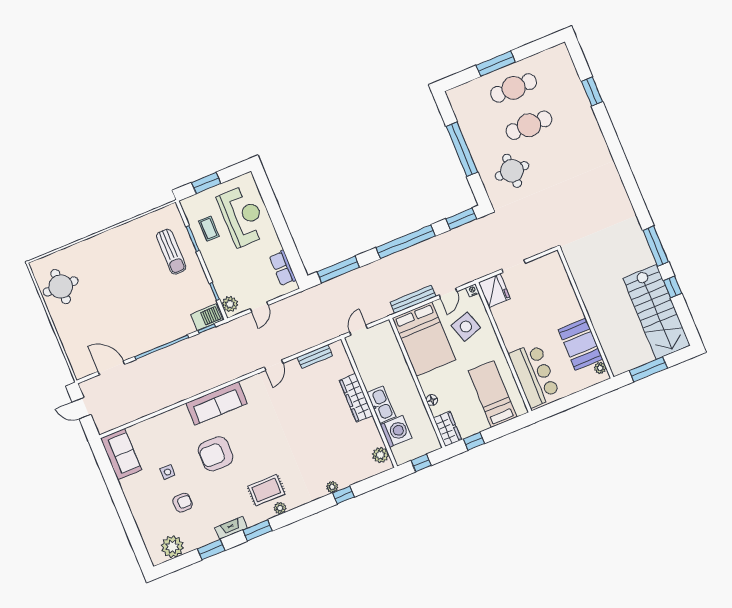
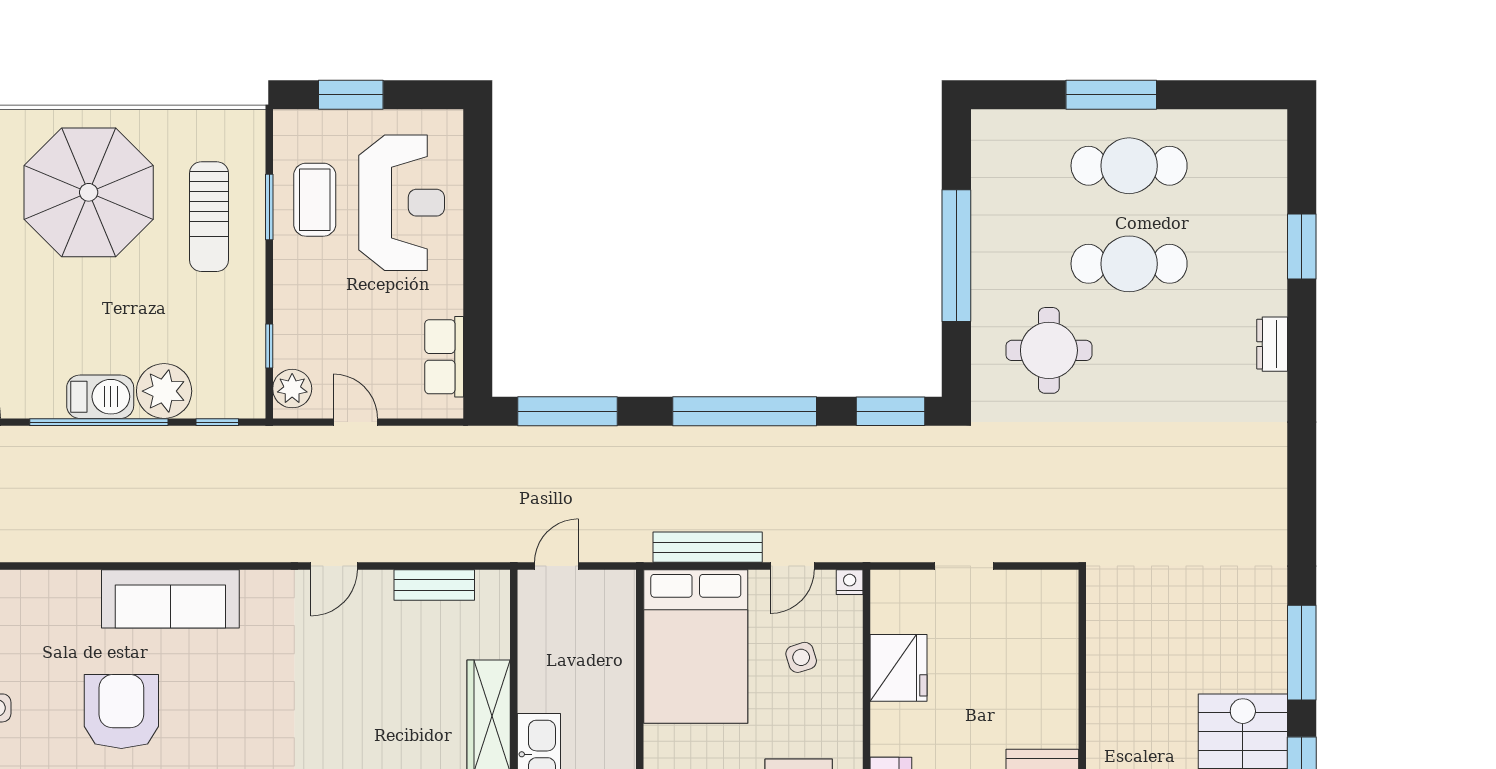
dresser: (596, 133) -> (1272, 344), added
coffee table: (209, 229) -> (315, 200), width x1.36, depth x1.30
parasol: (122, 261) -> (89, 192), added
fridge: (494, 291) -> (898, 668), moved
door: (259, 307) -> (355, 422), swing flipped
barbecue: (207, 317) -> (100, 397), moved
plant: (182, 325) -> (164, 391), added
side table: (466, 327) -> (801, 657), width x0.54, depth x0.54
armchair: (216, 454) -> (121, 712), turned 90

